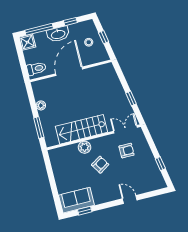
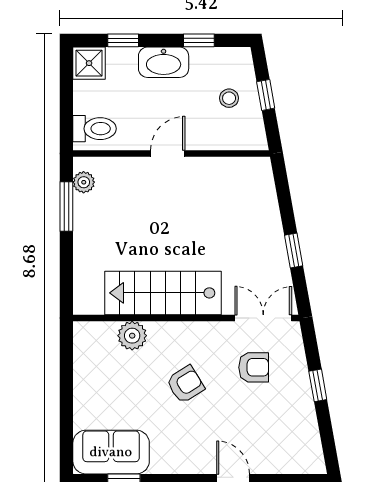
window: (39, 29) -> (123, 40), width x0.46
door: (69, 71) -> (168, 154), width x0.53
plant: (41, 105) -> (84, 182), moved
window: (39, 128) -> (66, 207), moved
plant: (84, 147) -> (132, 336), moved
window: (160, 164) -> (318, 385), moved

